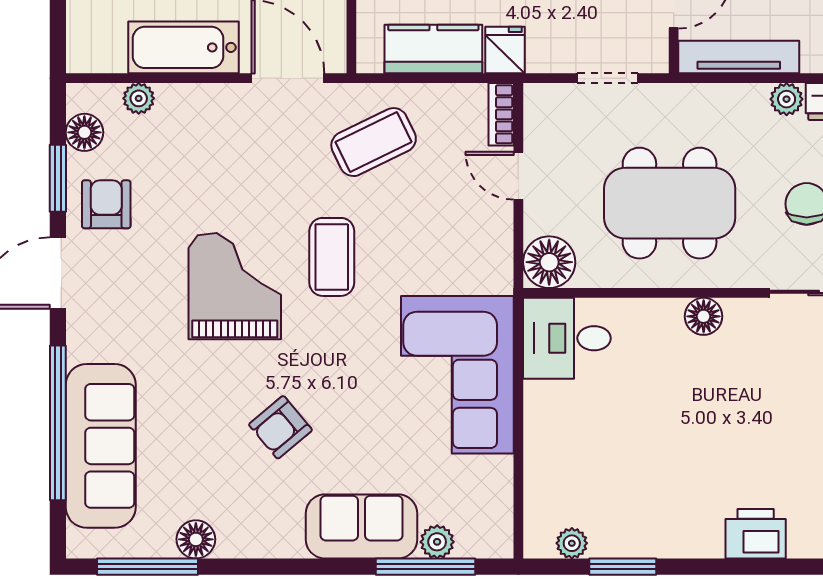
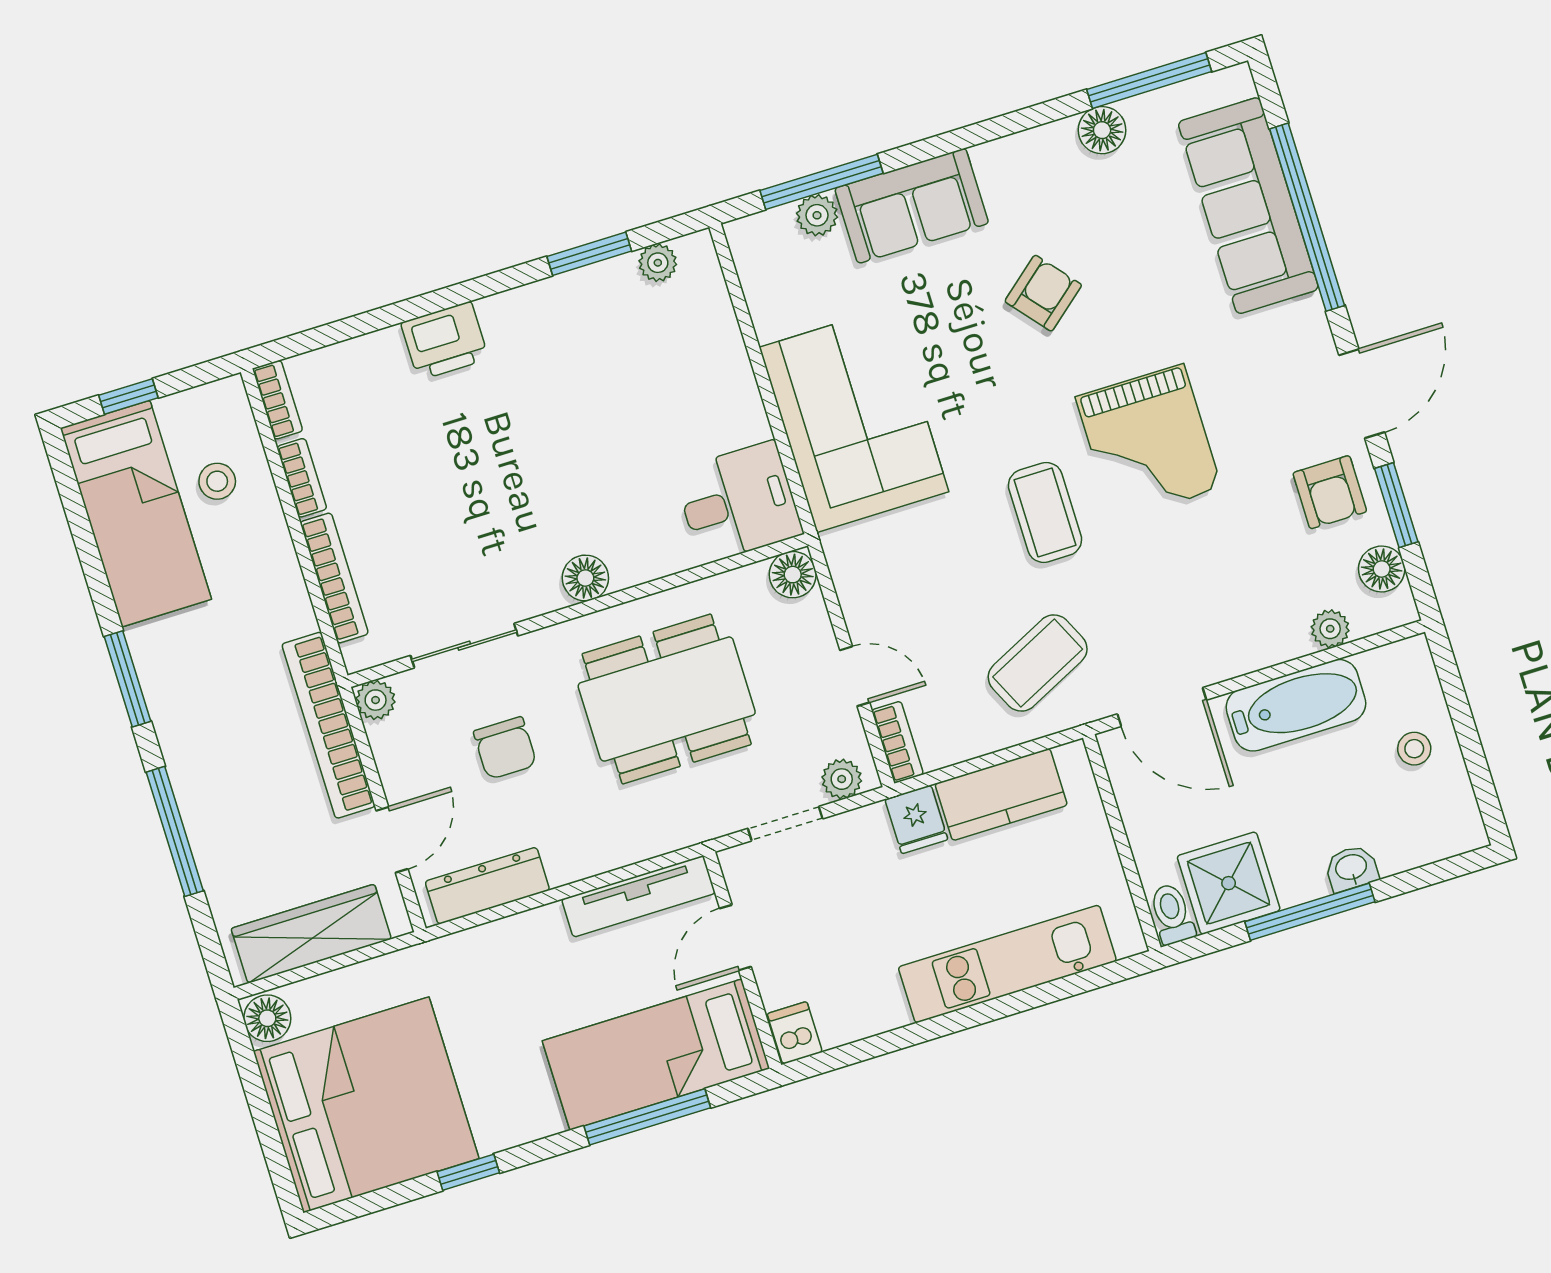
plant: (787, 99) -> (842, 779), moved
floor lamp: (549, 262) -> (793, 575), width x0.73, depth x0.73

